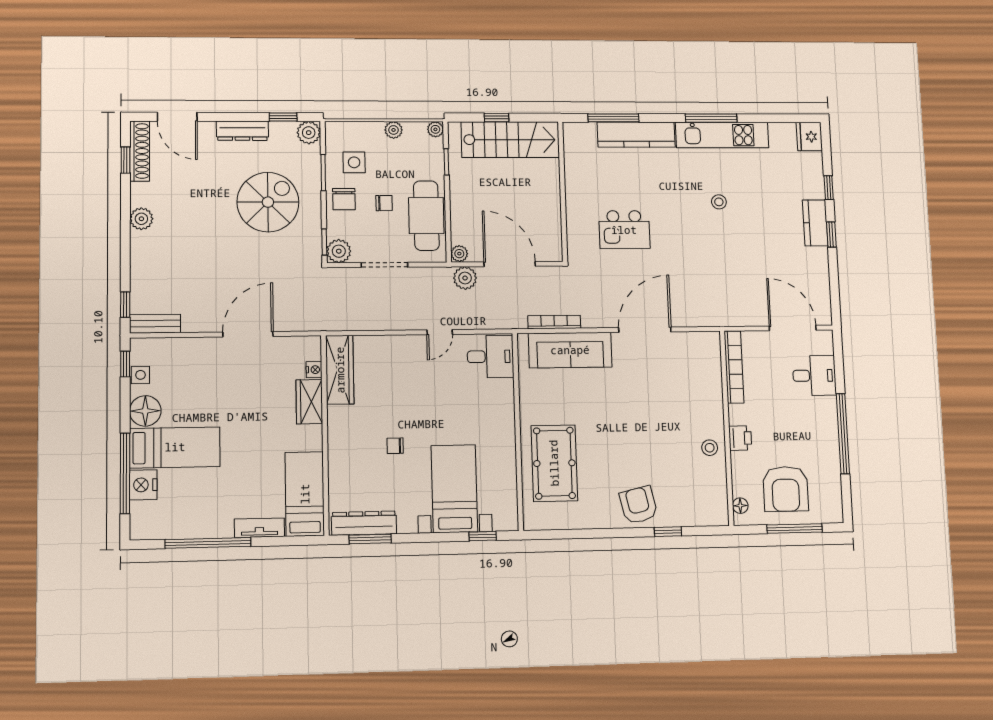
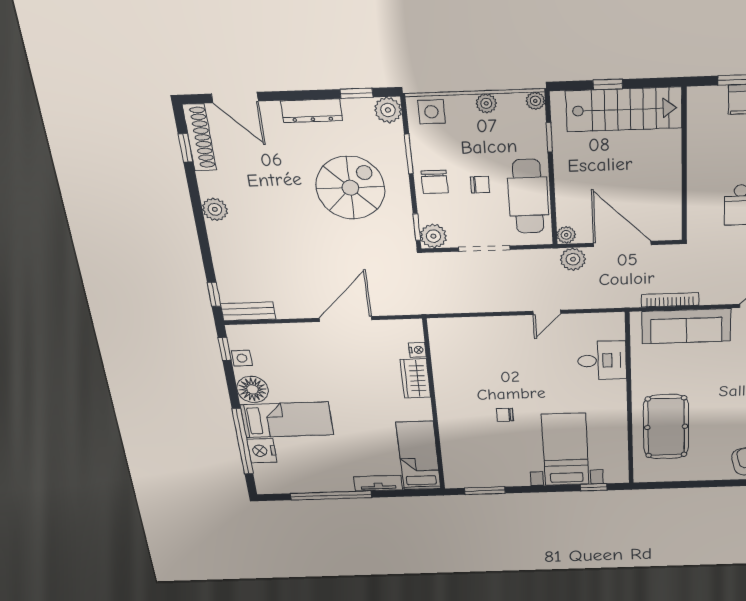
side table: (354, 162) -> (431, 112), moved
desk: (490, 357) -> (602, 361), moved
wardrobe: (340, 370) -> (444, 349), removed
dresser: (364, 523) -> (478, 478), removed

